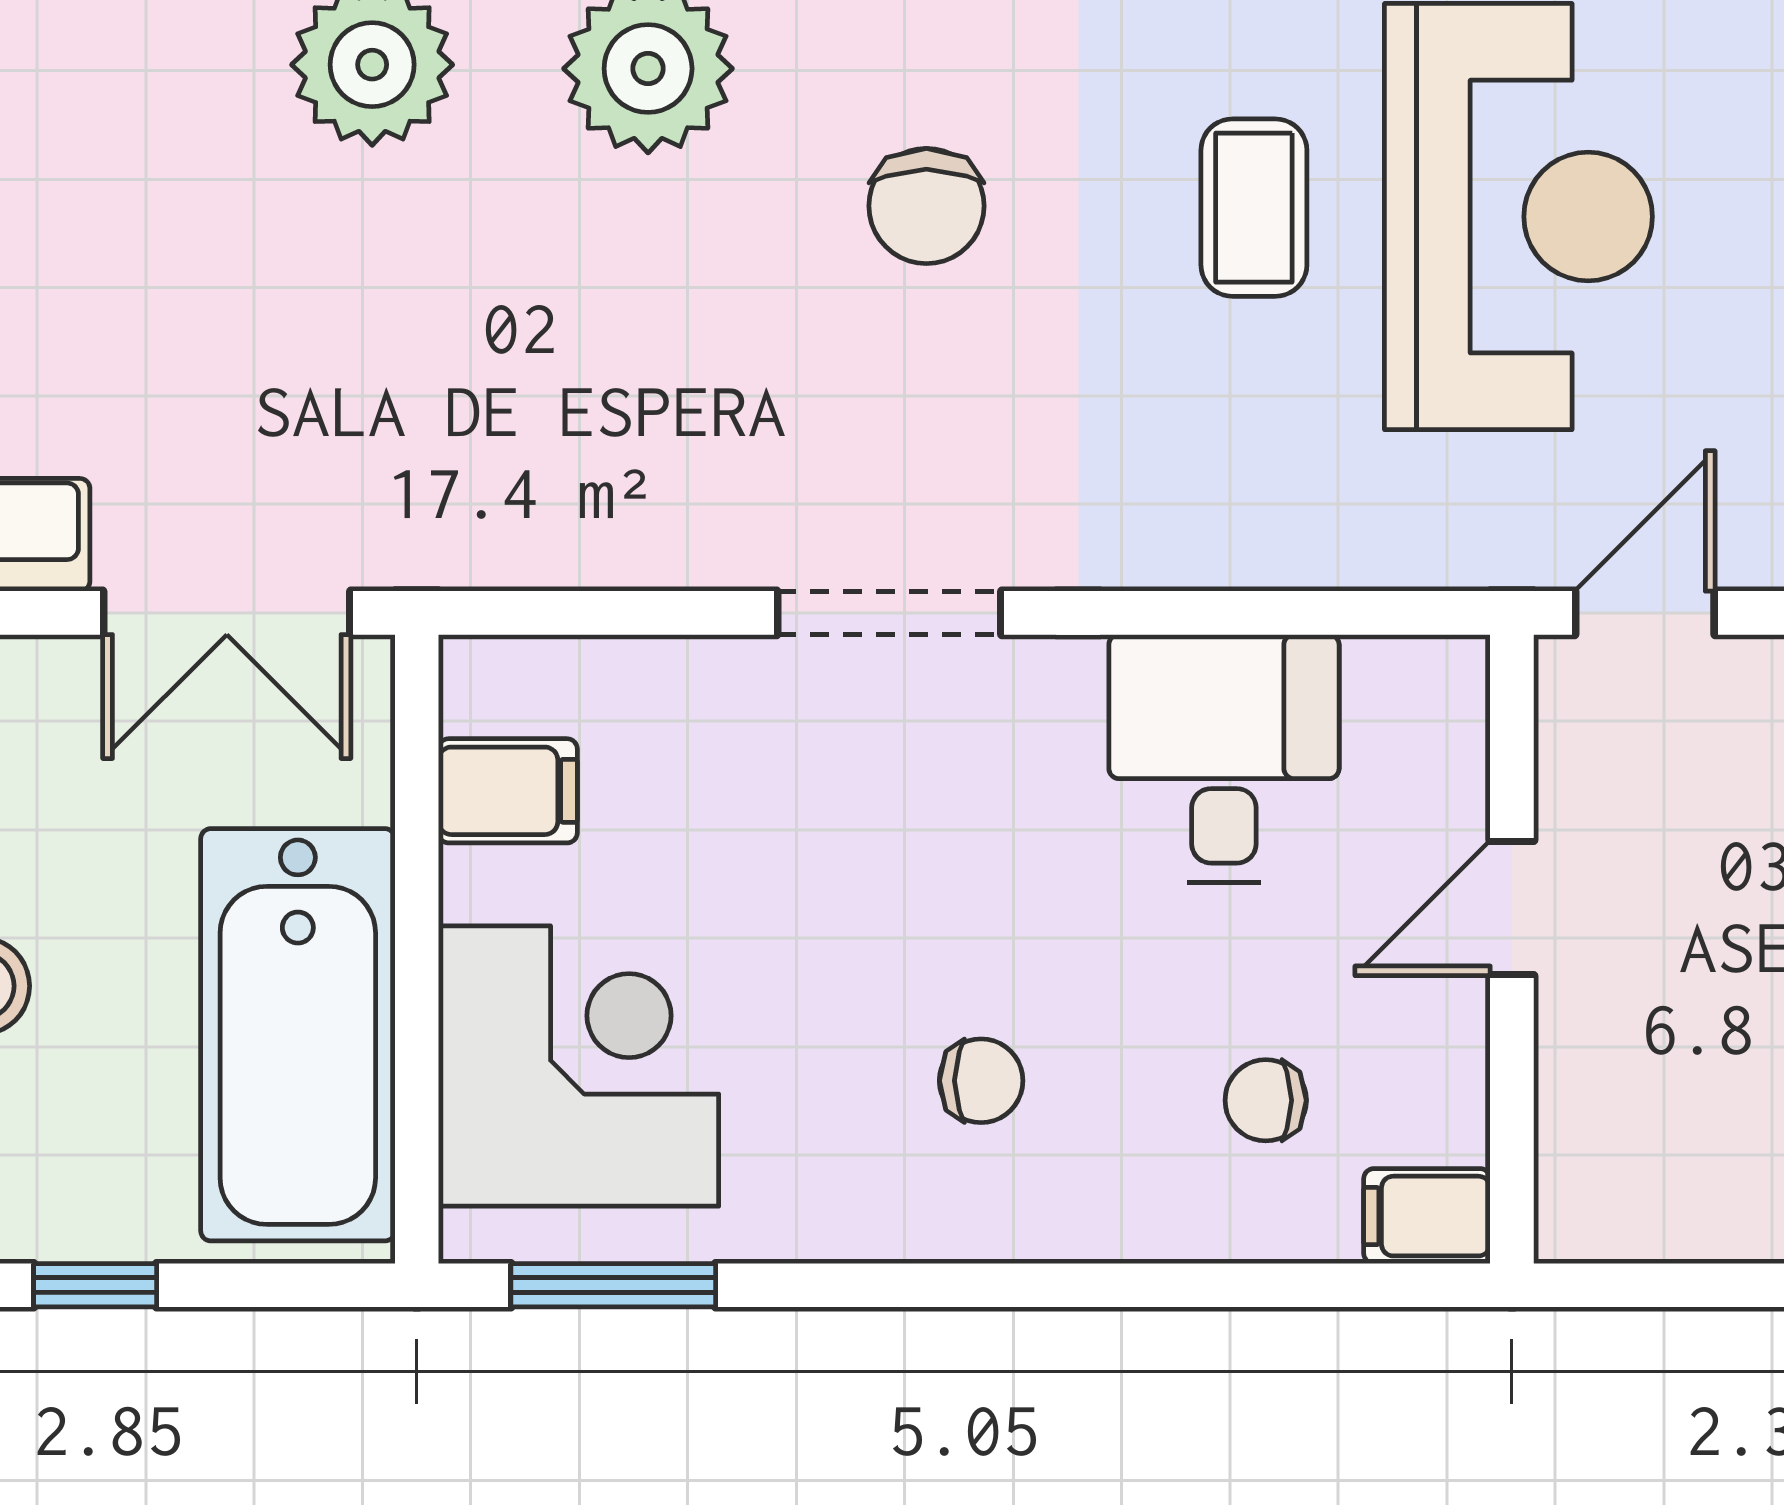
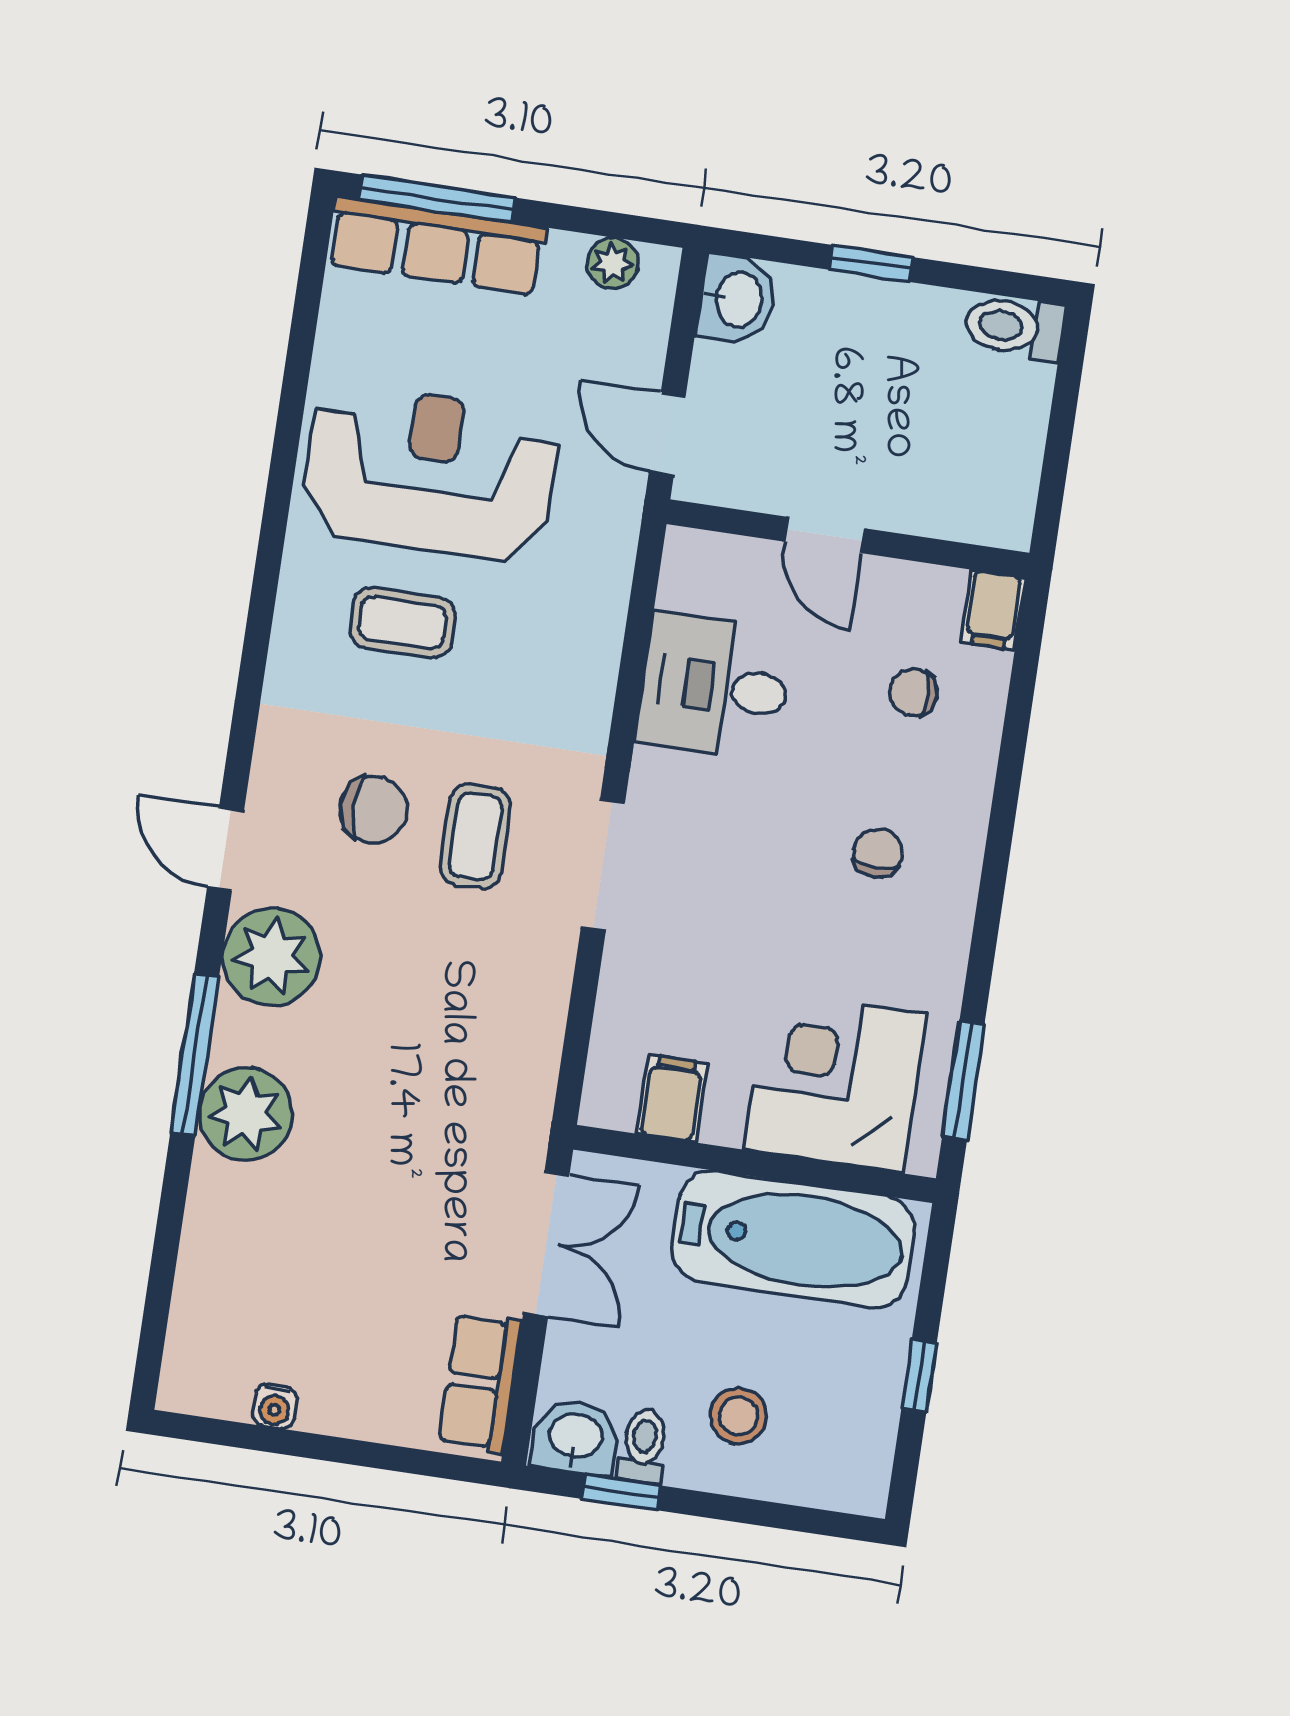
coffee table: (906, 387) -> (475, 836), added
chair: (1266, 1100) -> (913, 692), turned 90

